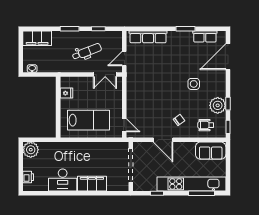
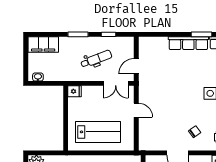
row of seats: (148, 37) -> (188, 43), moved
fridge: (66, 93) -> (75, 91), moved
door: (124, 125) -> (136, 110), moved

